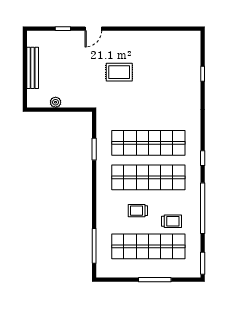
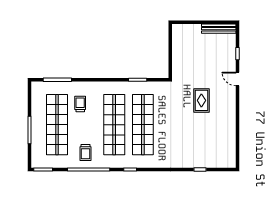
bench: (33, 68) -> (219, 29), moved
plant: (56, 102) -> (177, 48), removed
trolley: (138, 211) -> (80, 104), moved
trolley: (171, 221) -> (86, 153), moved

